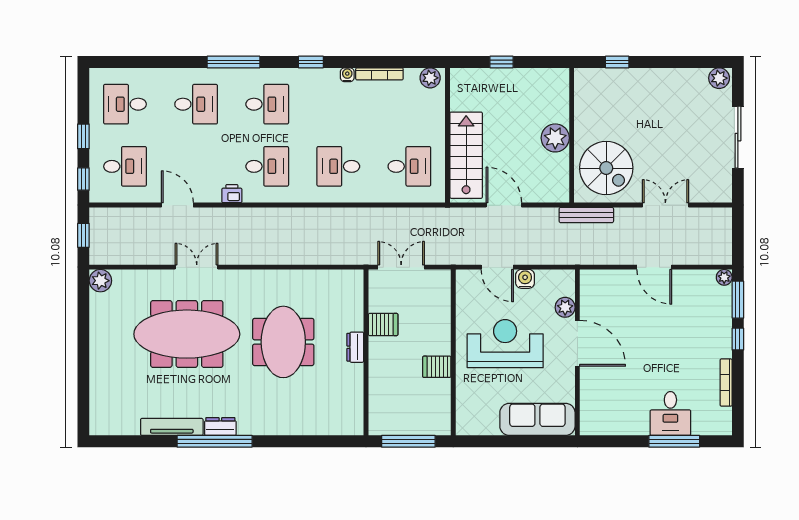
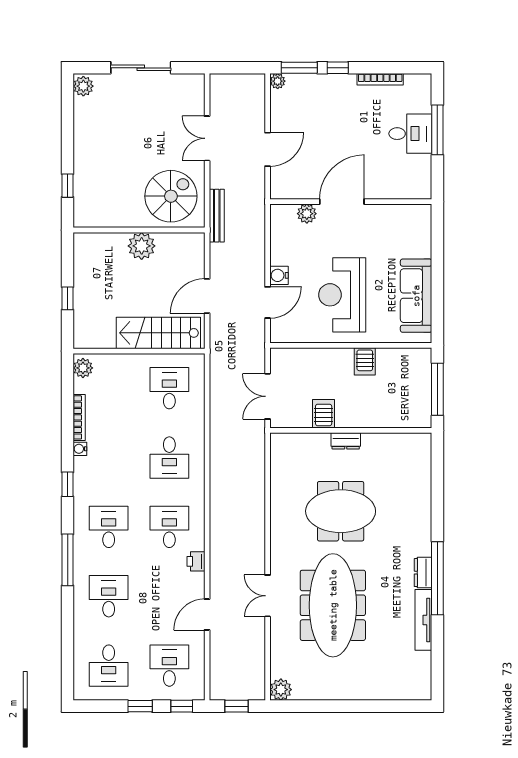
plant: (565, 307) -> (307, 214), moved
door: (577, 343) -> (342, 202), moved
wall: (577, 352) -> (351, 202), moved
sofa: (537, 419) -> (416, 296), moved

